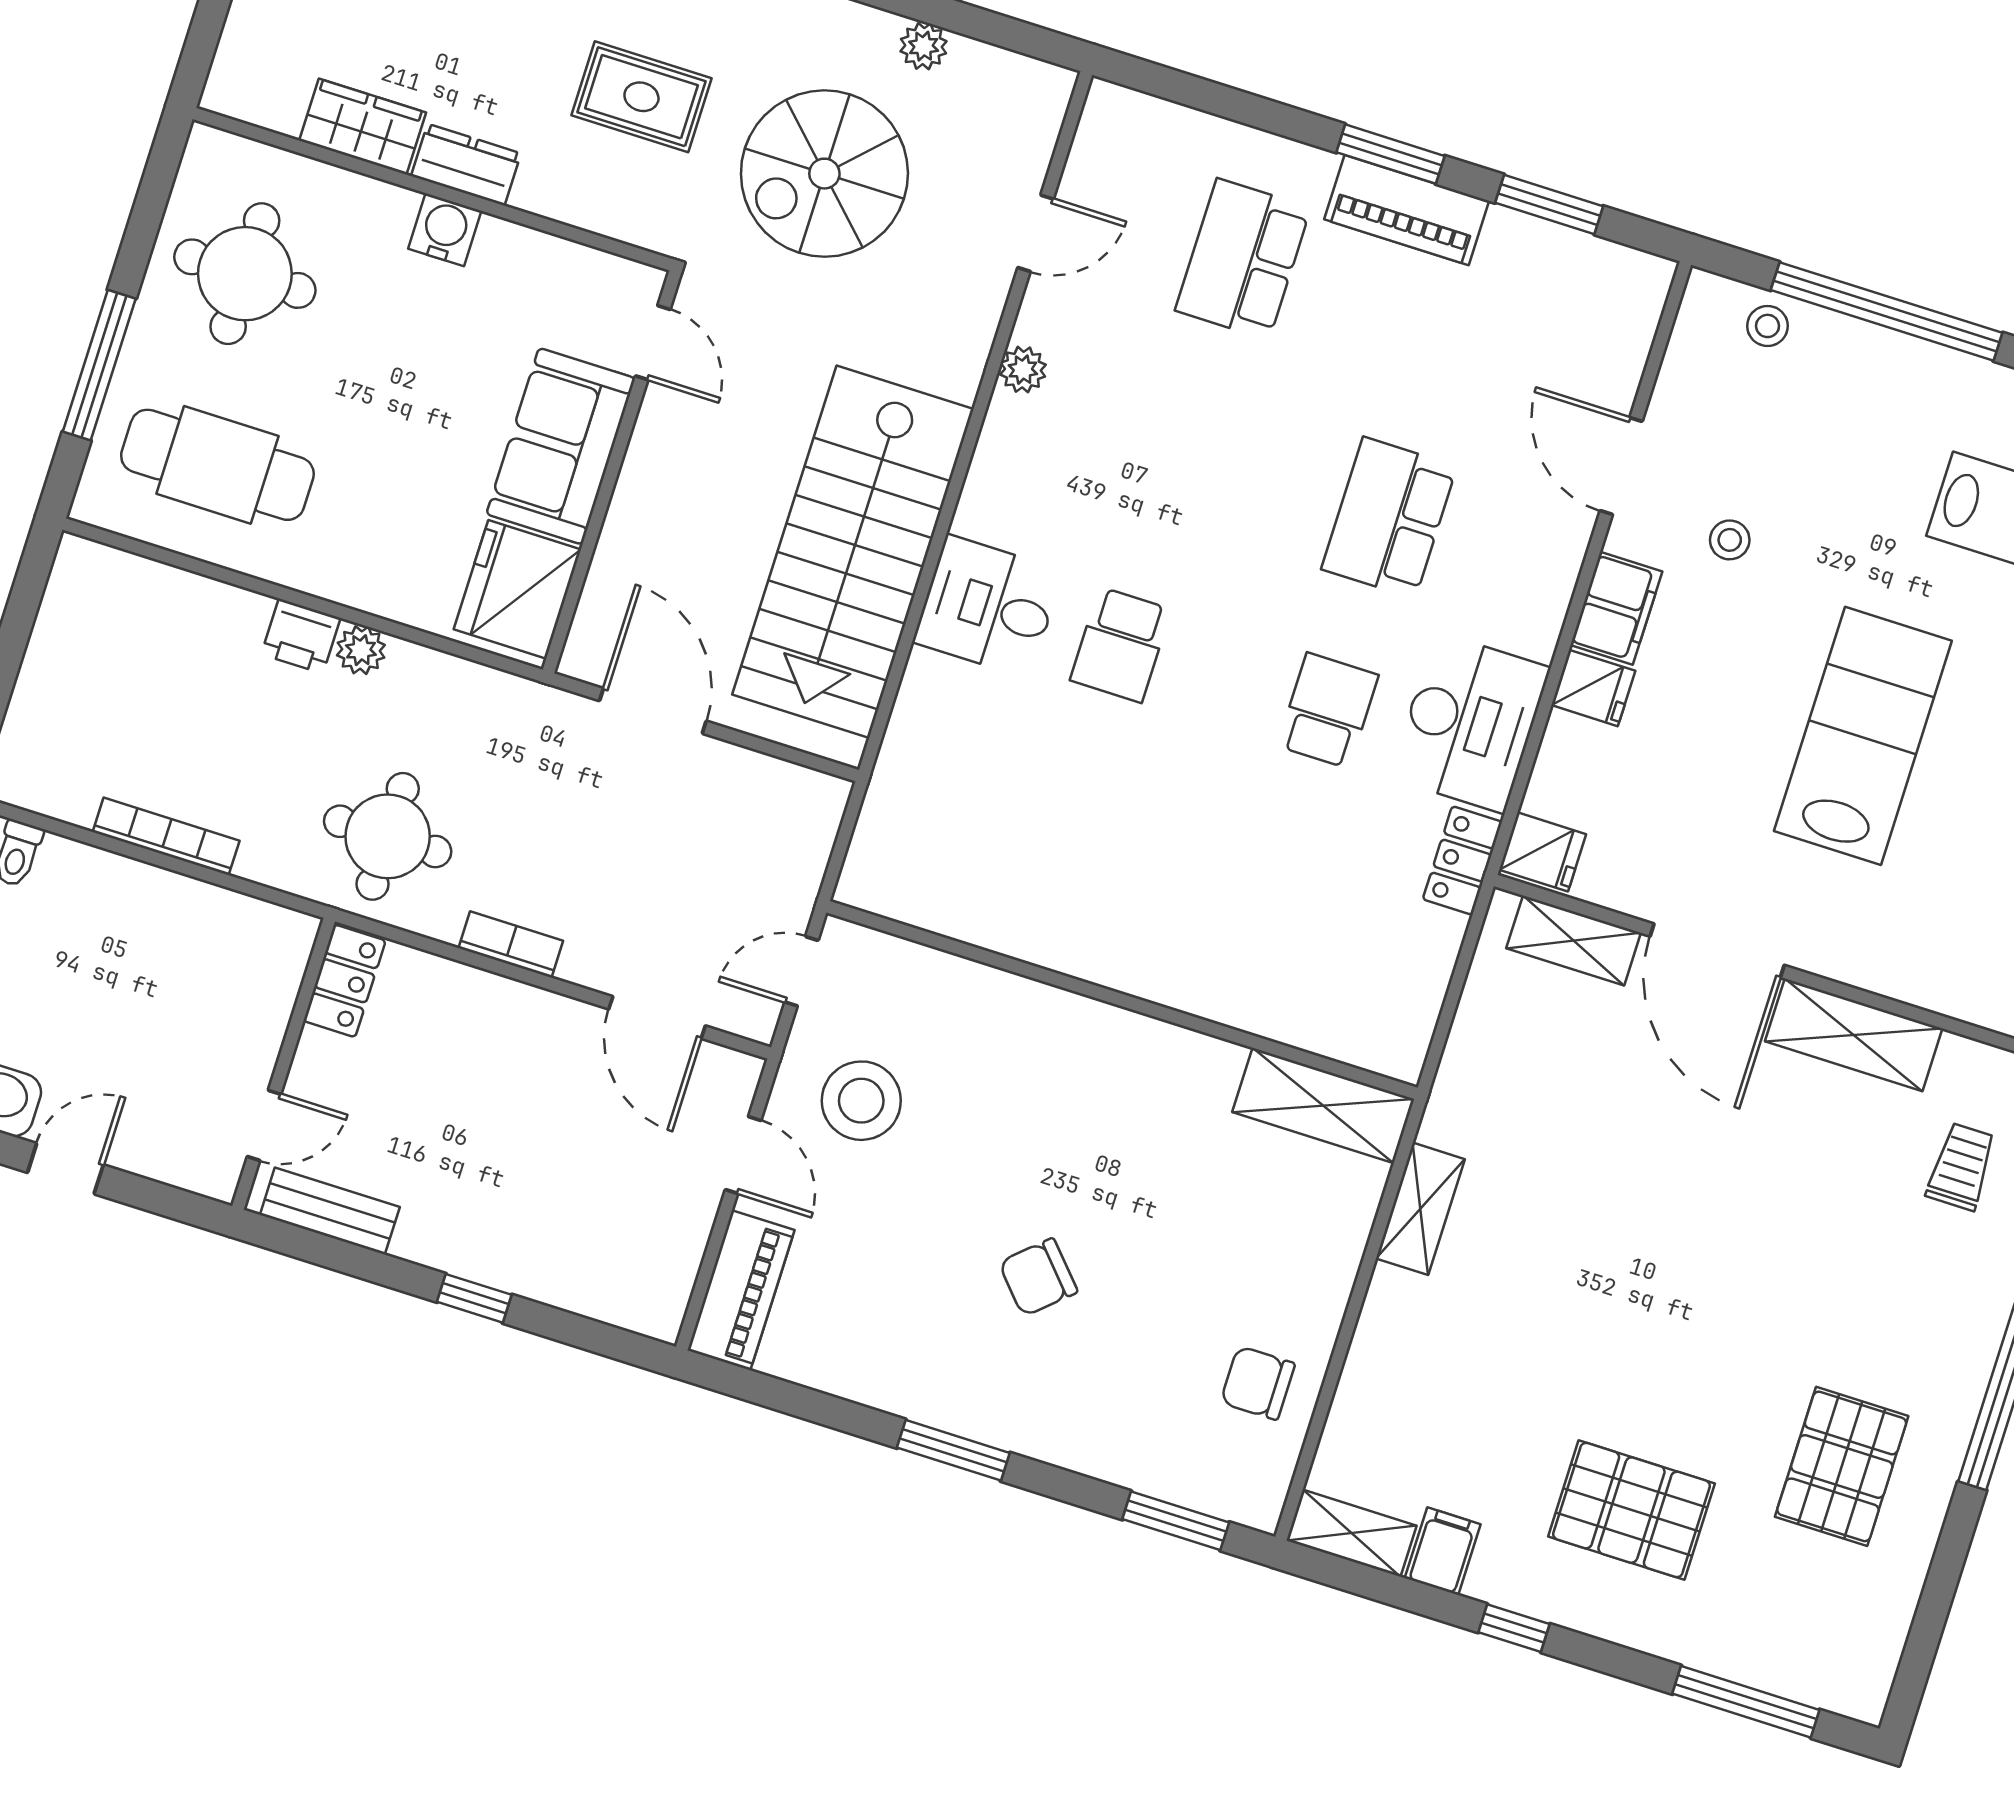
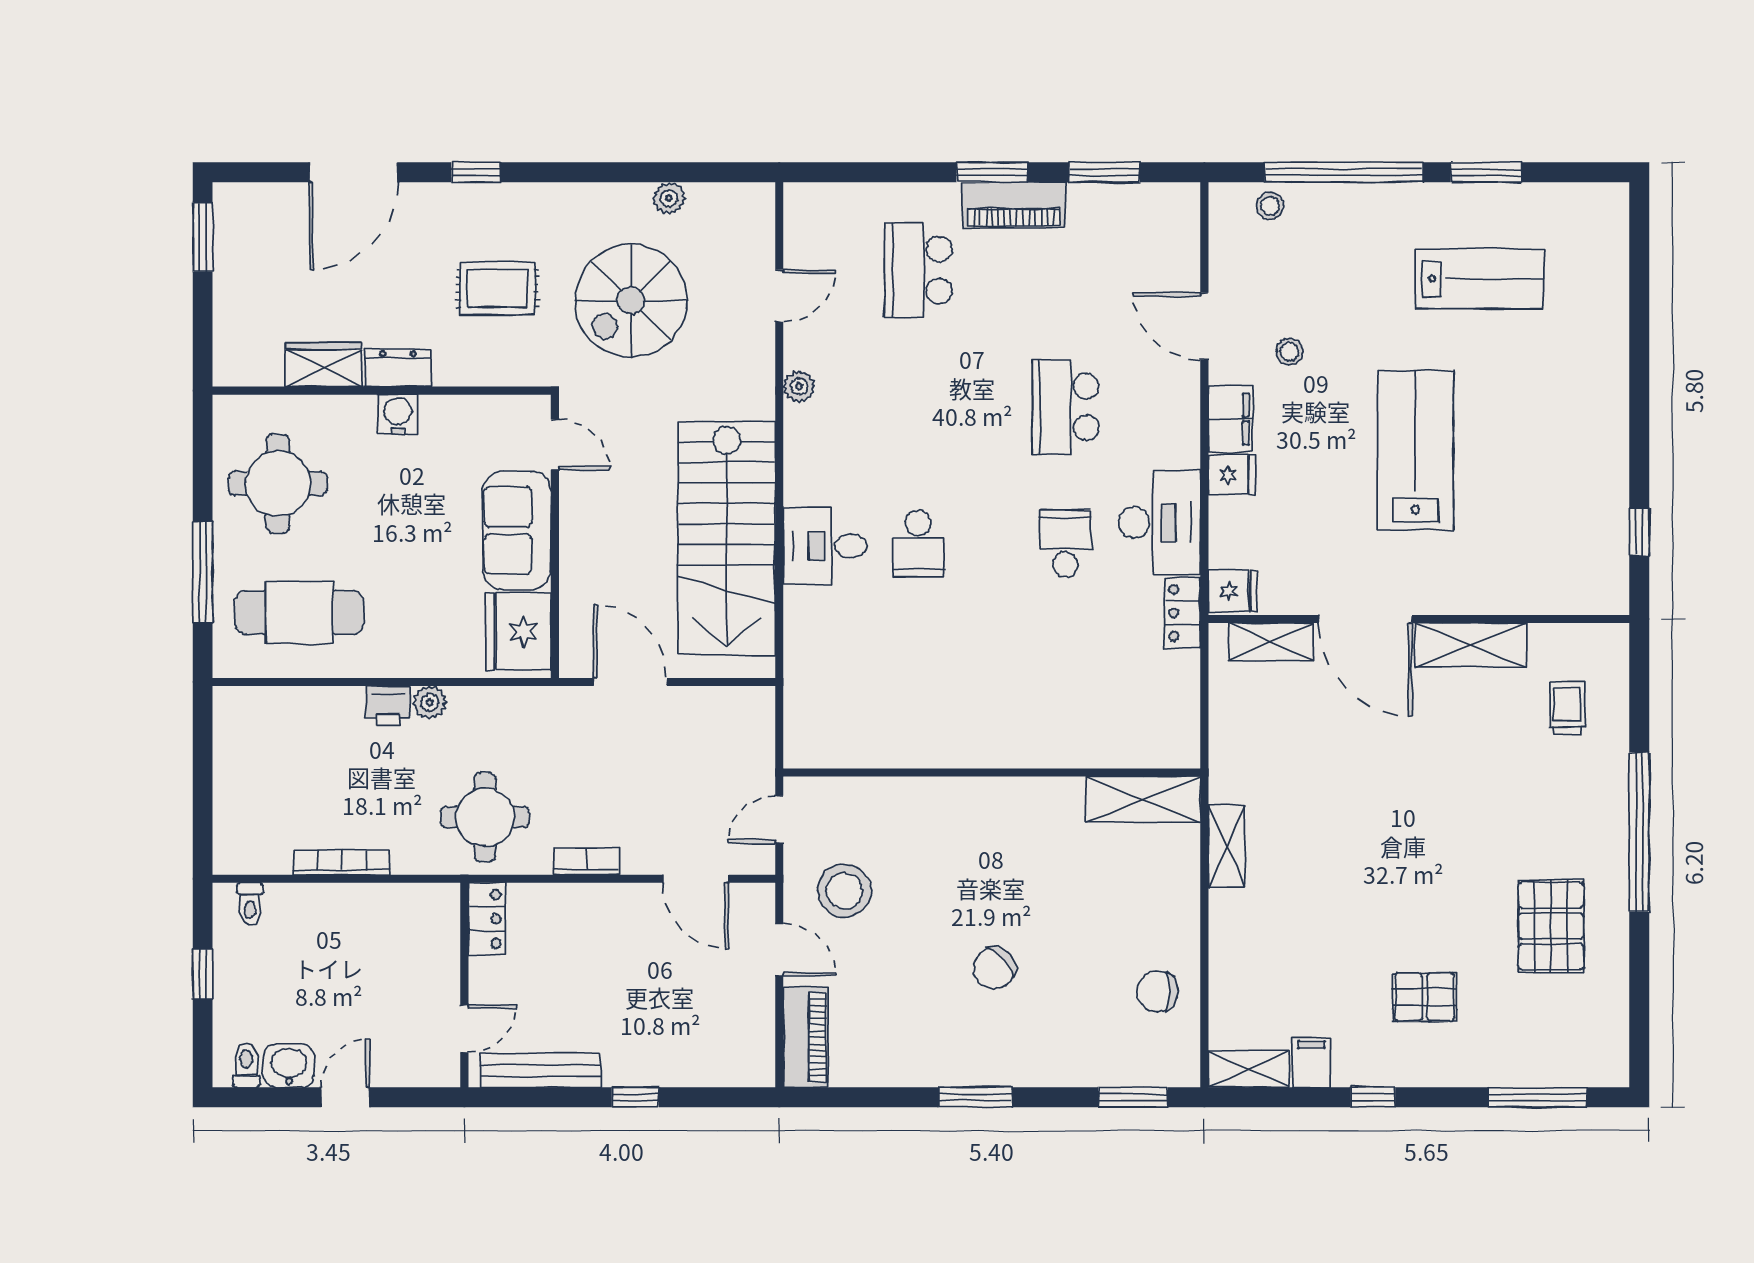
bench: (330, 1211) -> (540, 1070), width x1.36
pallet: (1631, 1510) -> (1425, 997), width x0.67, depth x0.71

